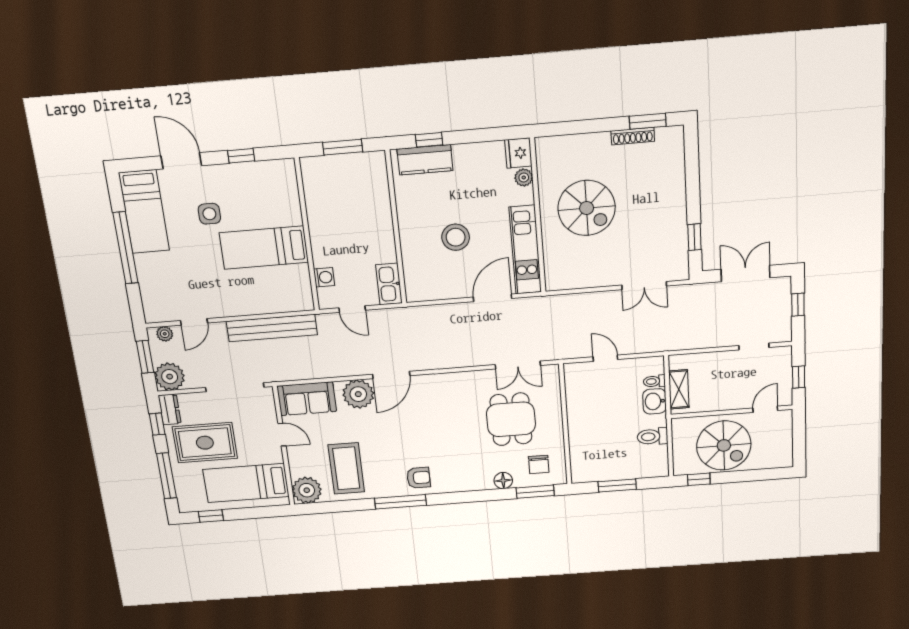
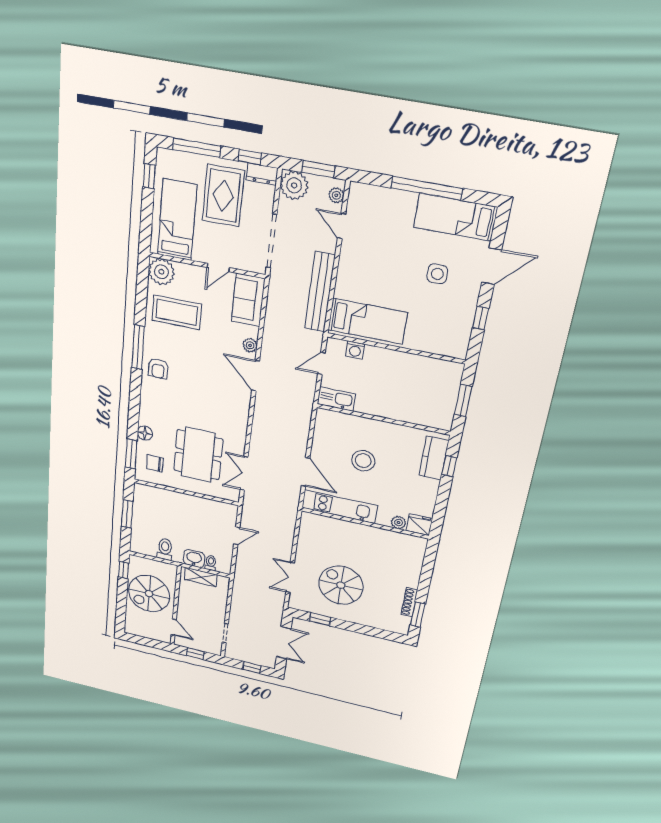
spiral stairs: (587, 208) -> (341, 585), moved, turned 90
bed: (264, 248) -> (367, 321), moved, turned 90
plant: (358, 394) -> (250, 345), width x0.53, depth x0.53
dining table: (511, 419) -> (198, 455), width x1.38

